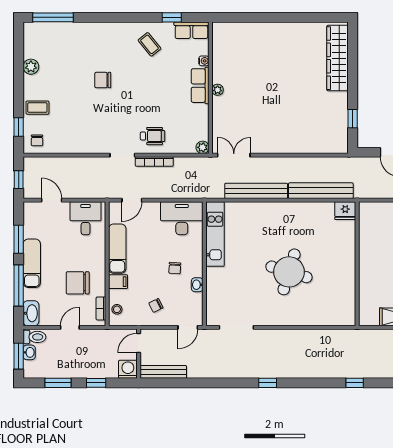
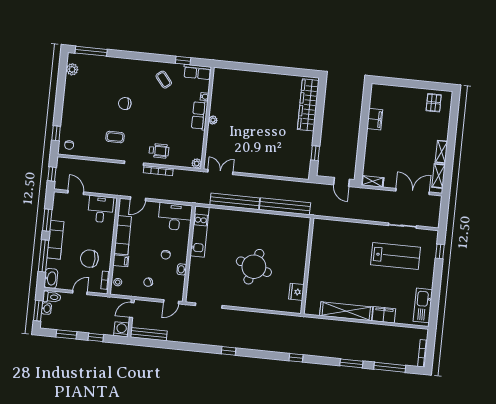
plant: (31, 67) -> (72, 69), moved
coffee table: (37, 108) -> (115, 137), moved
fridge: (345, 211) -> (296, 292), moved, turned 90

